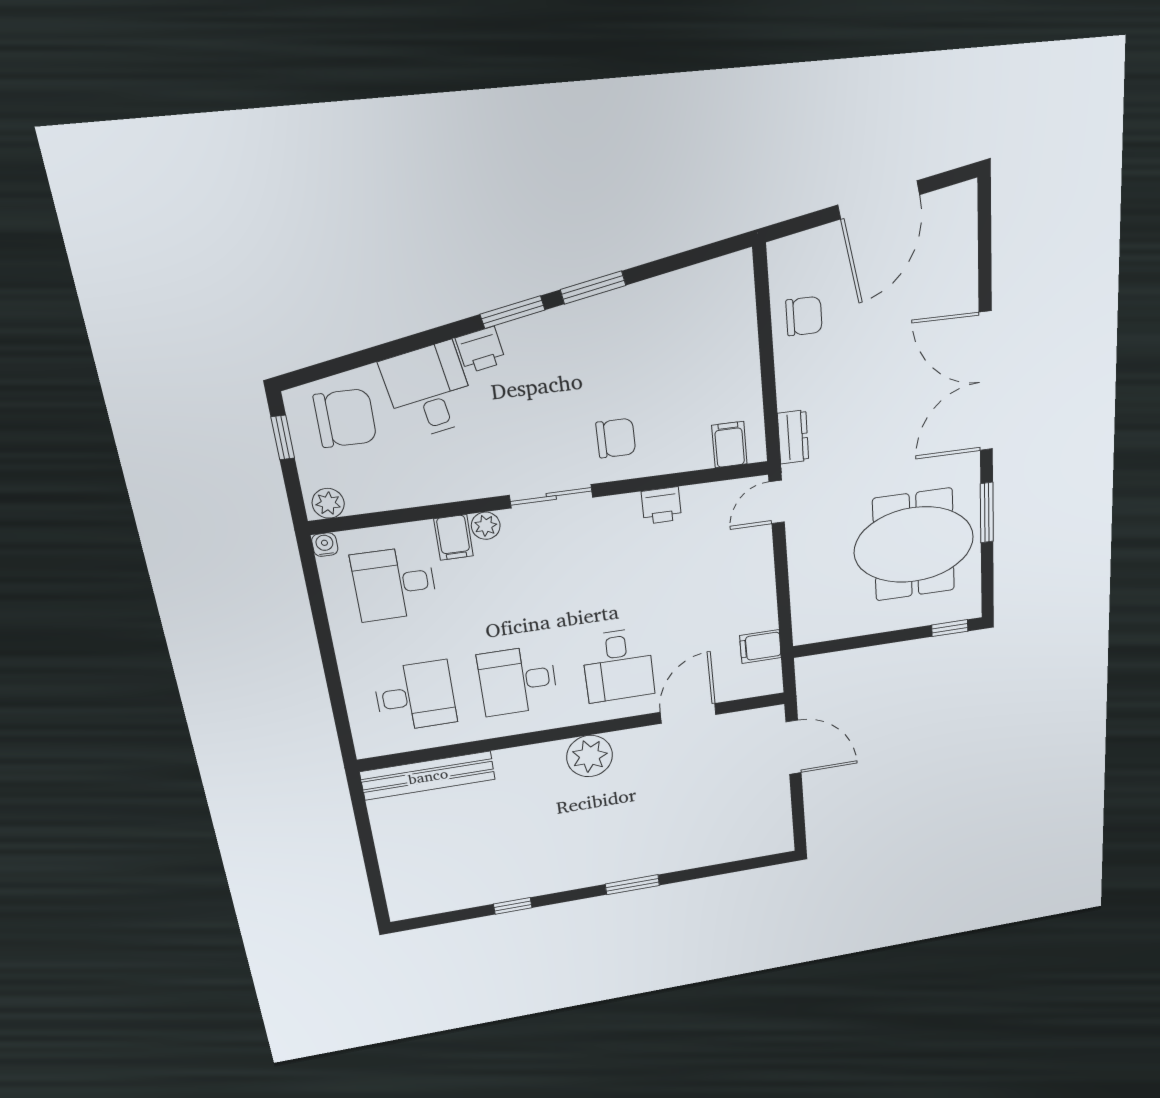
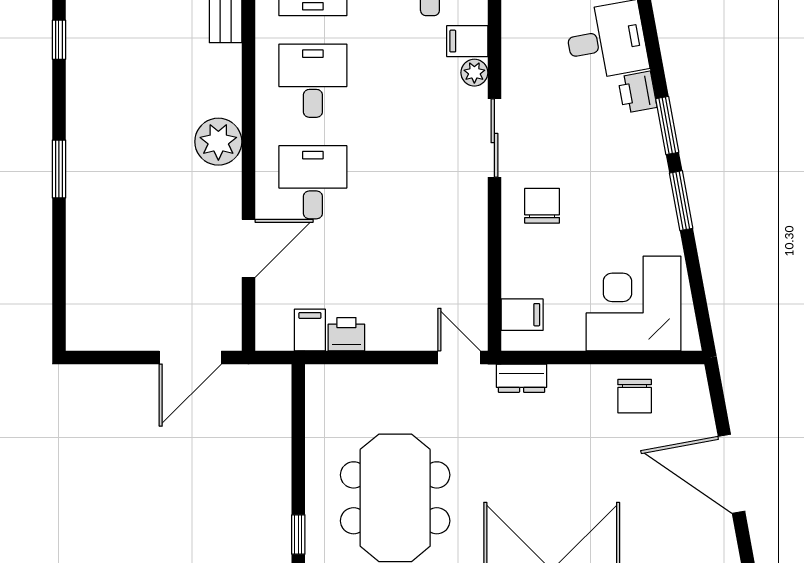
corner desk: (708, 328) -> (634, 303), added
chair: (616, 438) -> (542, 206), turned 180
printer: (661, 506) -> (346, 334), moved, turned 90
desk: (618, 665) -> (313, 182), turned 90
door: (688, 713) -> (248, 248), hinge flipped

